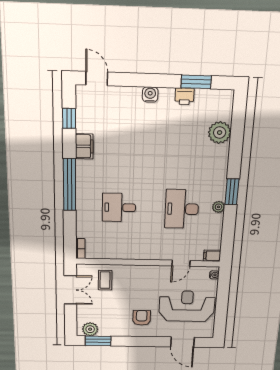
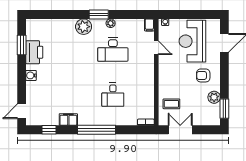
printer: (185, 96) -> (34, 52), width x1.87, depth x1.48
plant: (220, 133) -> (84, 27), moved
plant: (90, 329) -> (214, 97), moved

